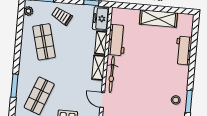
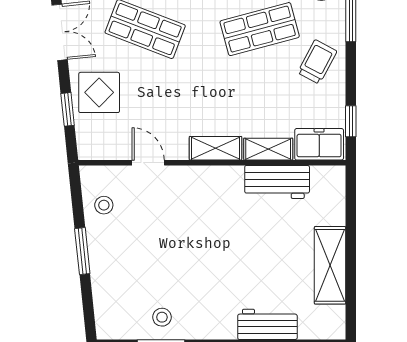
bicycle: (112, 74) -> (204, 178), removed
door: (102, 100) -> (148, 163), hinge flipped

